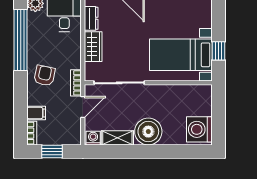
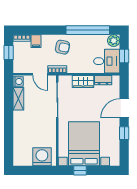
bed with nightstands: (181, 55) -> (84, 144), width x1.36
washing machine: (199, 129) -> (42, 157), moved
boiler: (148, 132) -> (23, 121), removed

